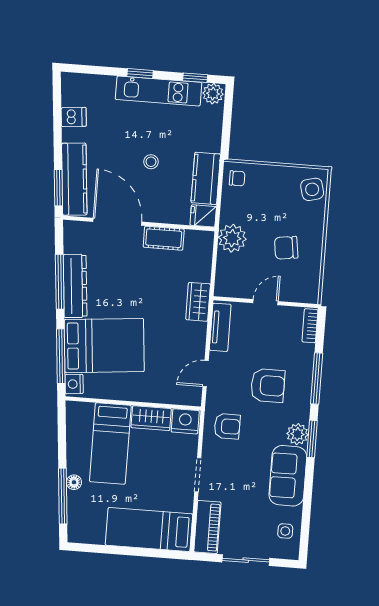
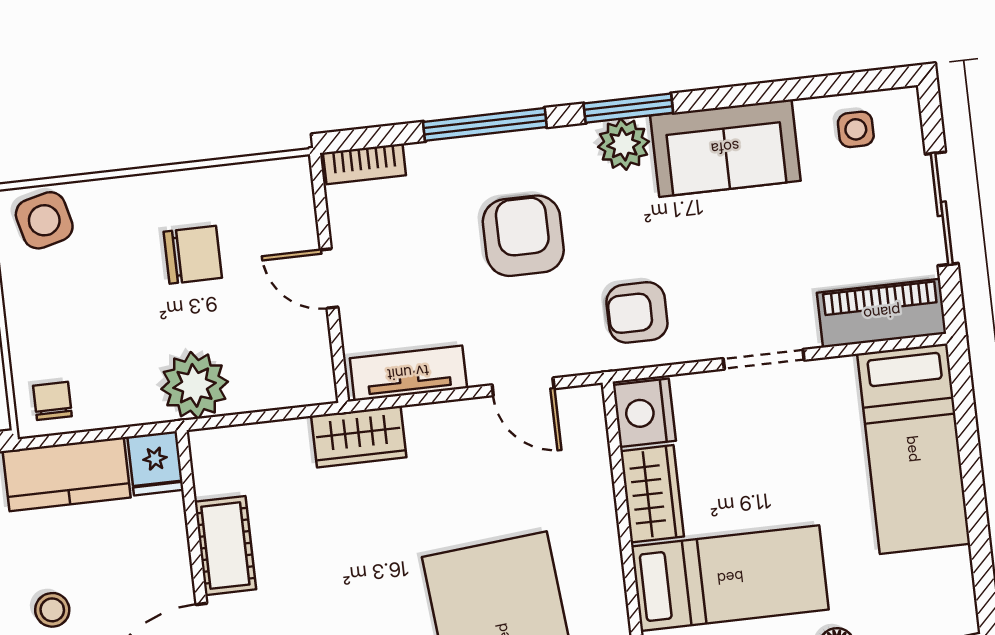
chair: (286, 248) -> (193, 255), turned -82
armchair: (227, 426) -> (637, 312), turned -90

